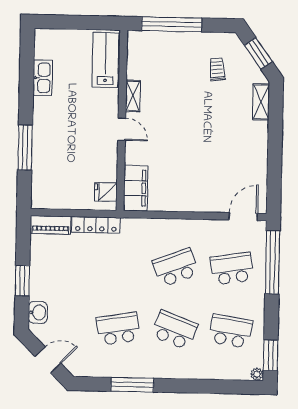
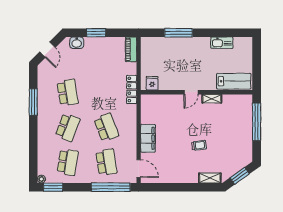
trolley: (217, 69) -> (199, 145), moved
filing cabinet: (136, 188) -> (148, 138), moved, turned -90
locker: (96, 225) -> (132, 89), moved

